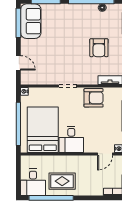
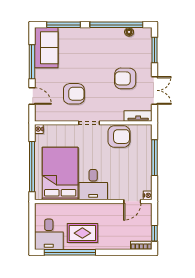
window: (18, 23) -> (32, 62), moved
armchair: (99, 48) -> (125, 78), turned 91
armchair: (55, 61) -> (74, 94), added

